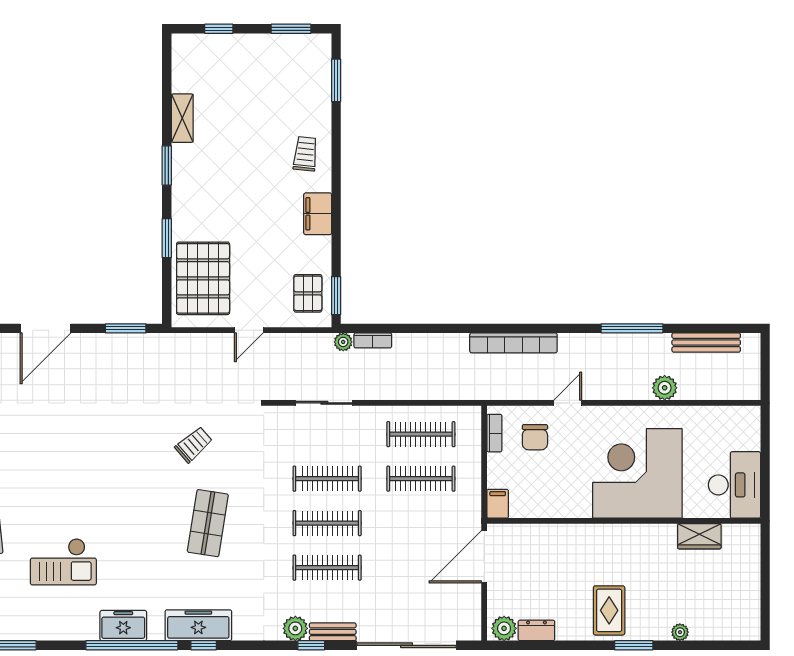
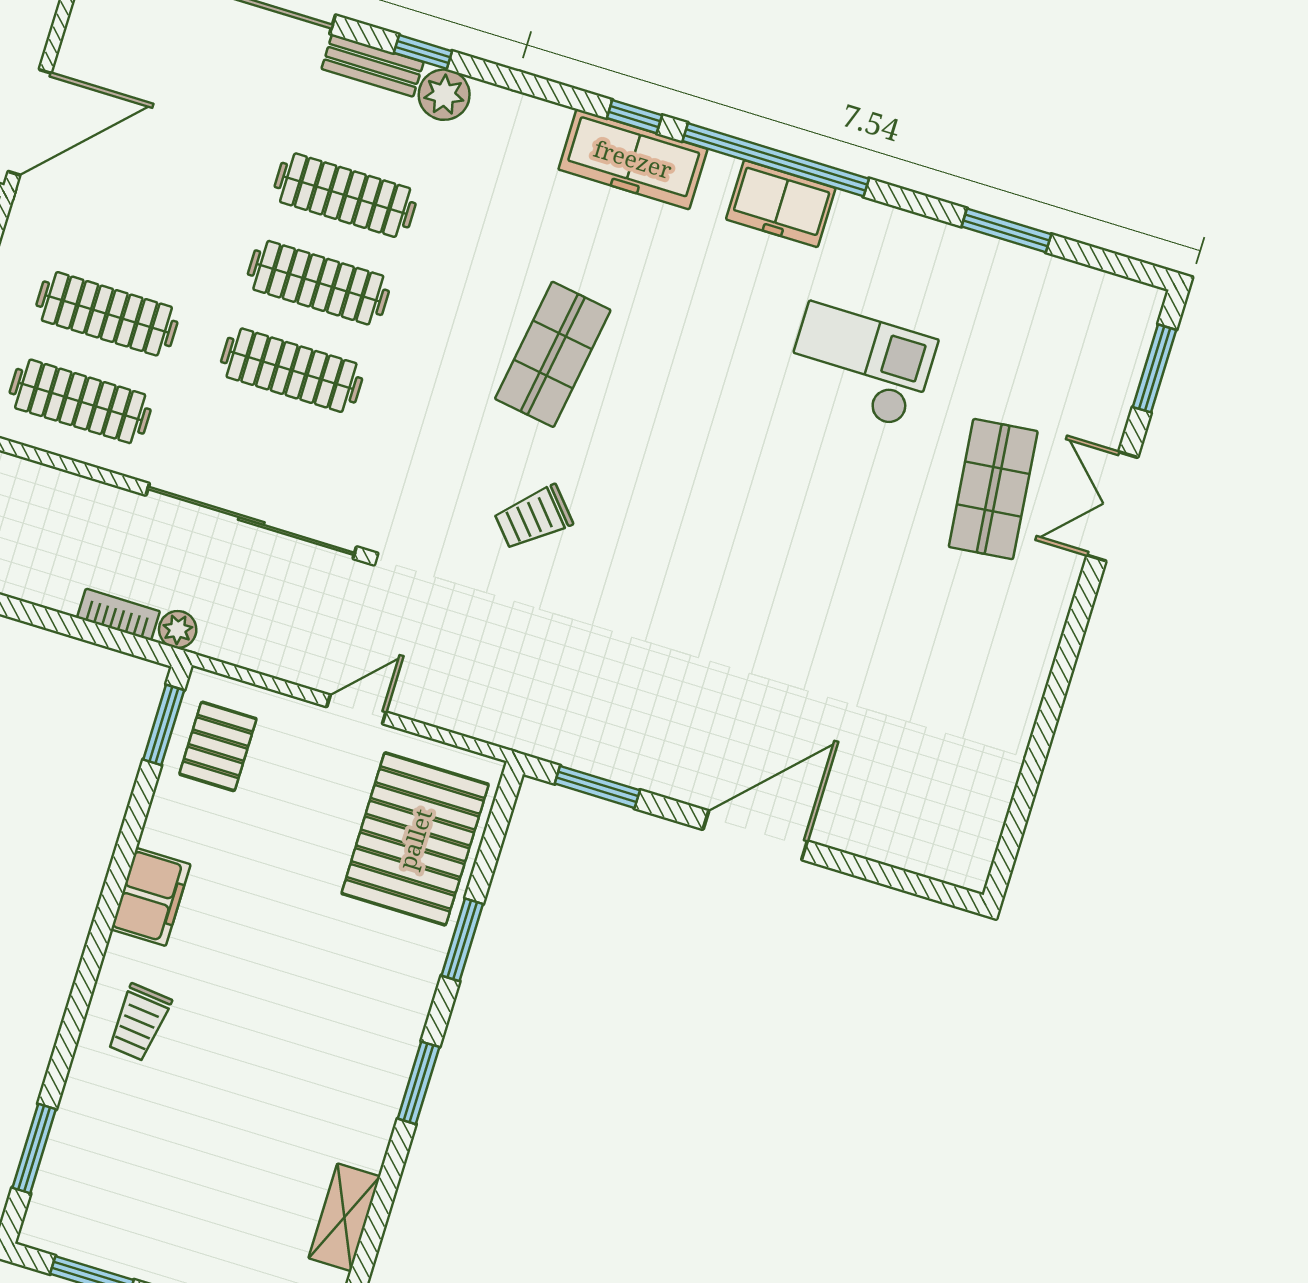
shelving: (182, 118) -> (344, 1217), moved
sliding door: (324, 403) -> (251, 521), width x1.86

